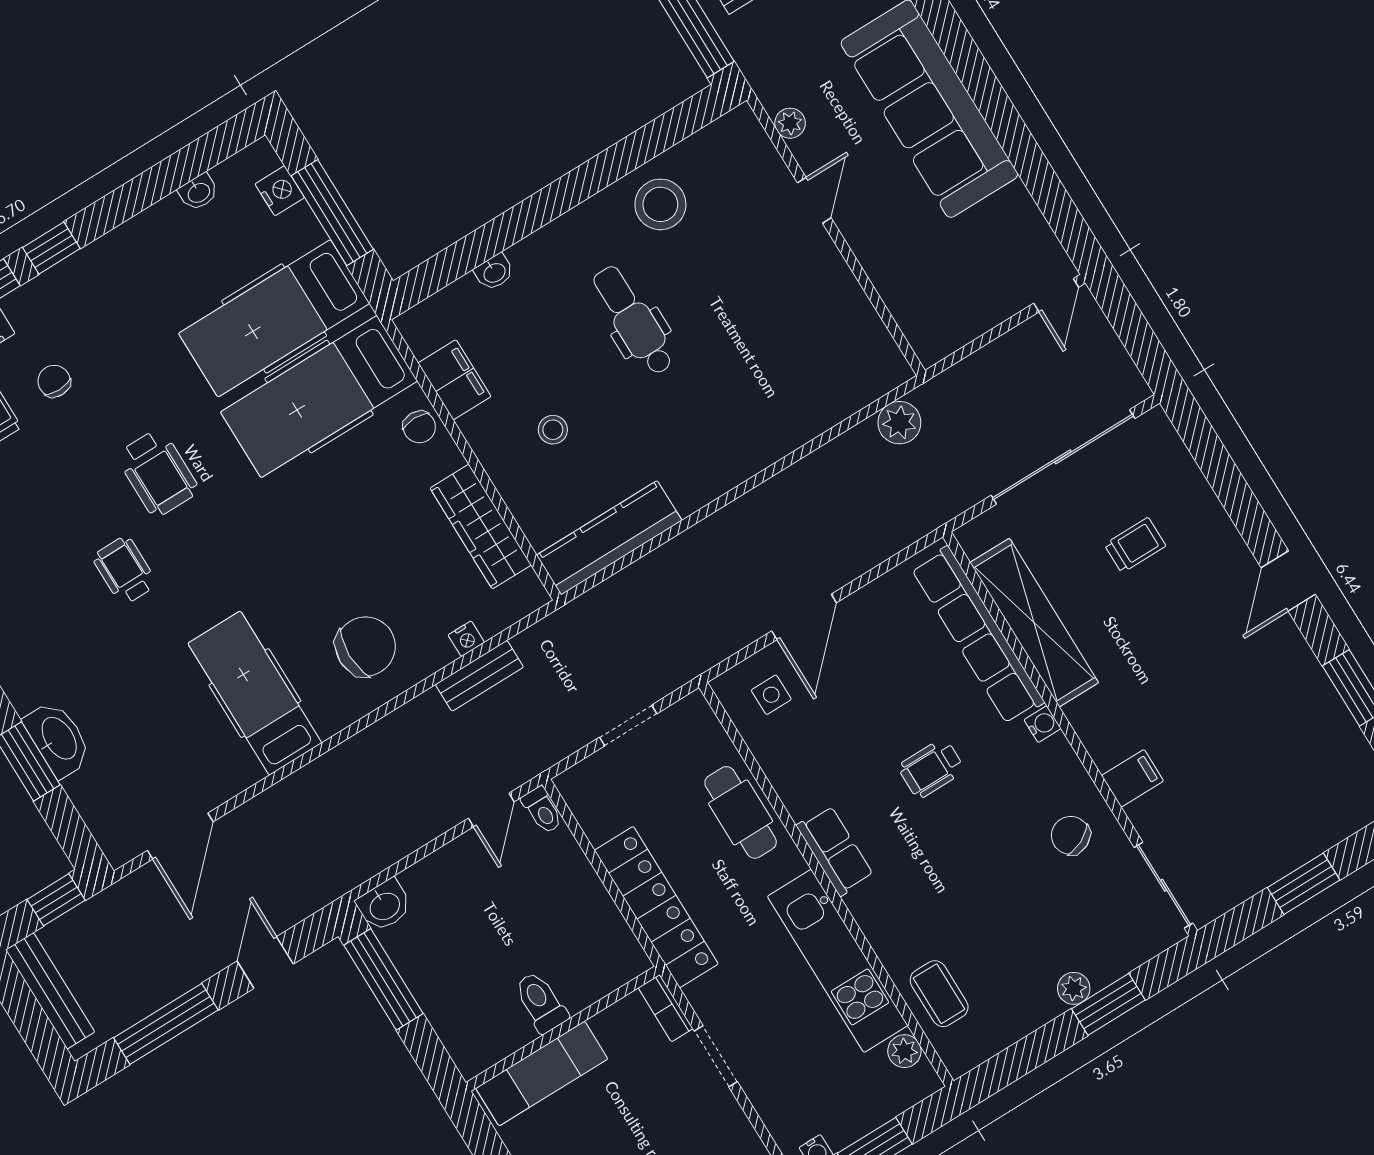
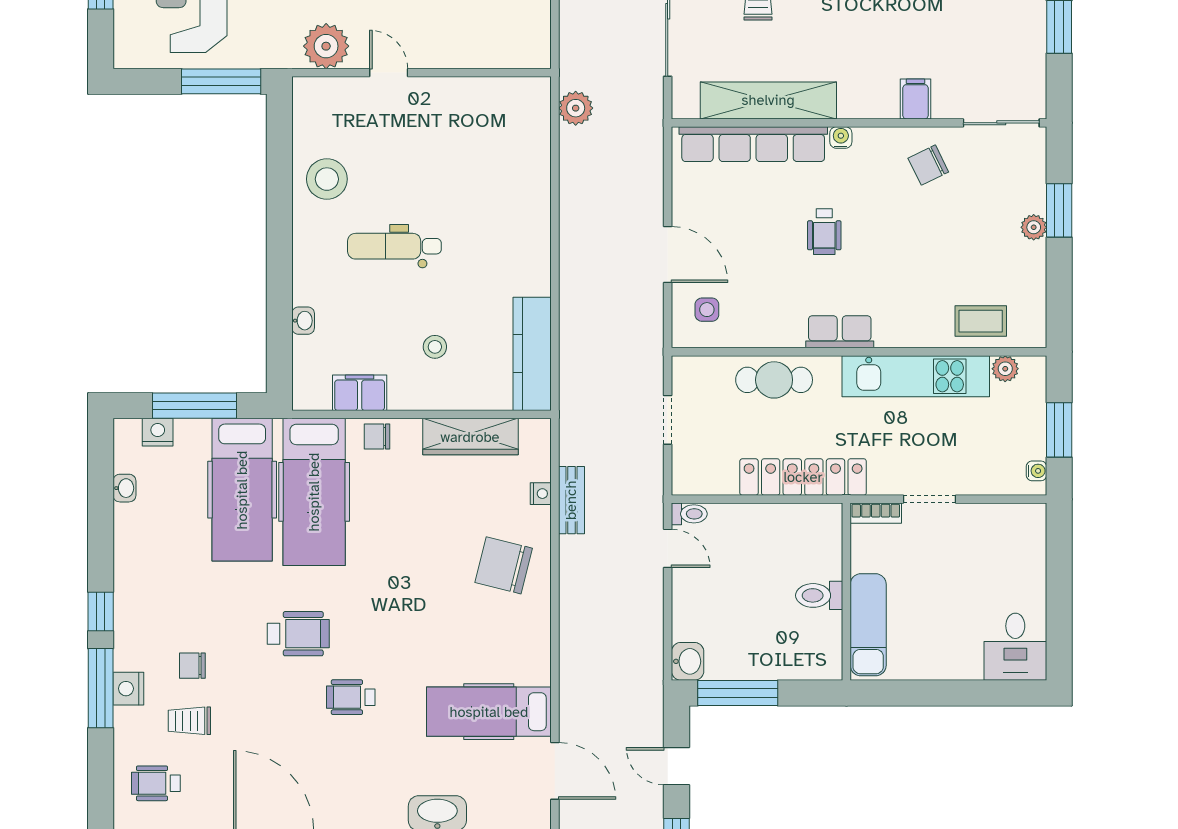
plant: (790, 123) -> (326, 46), width x1.87, depth x1.87
chair: (419, 427) -> (377, 436), turned 180
chair: (366, 646) -> (504, 565), turned -76
hospital bed: (255, 693) -> (489, 712), moved

